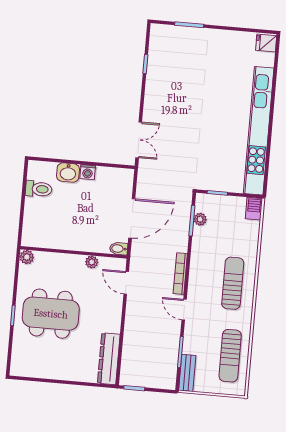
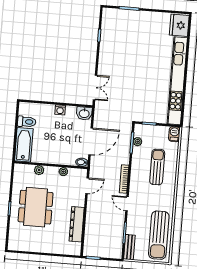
fridge: (266, 43) -> (179, 25), width x1.88, depth x1.34
washbasin: (68, 173) -> (84, 113), moved
bathtub: (34, 223) -> (24, 145), added
plant: (27, 257) -> (39, 170), moved
door: (126, 283) -> (87, 186), swing flipped
sun lounger: (233, 283) -> (157, 167), moved
dining table: (51, 314) -> (36, 207), turned 90
sun lounger: (230, 356) -> (159, 235), width x1.36, depth x1.34
dresser: (109, 359) -> (77, 224), moved

